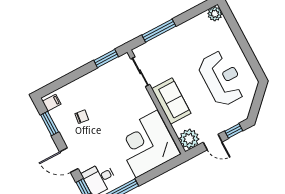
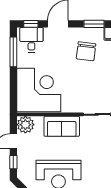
chair: (82, 117) -> (86, 51), width x1.87, depth x1.87

